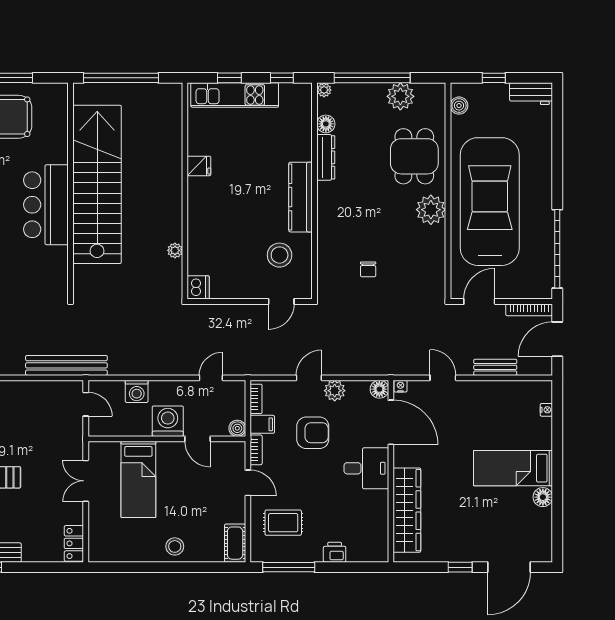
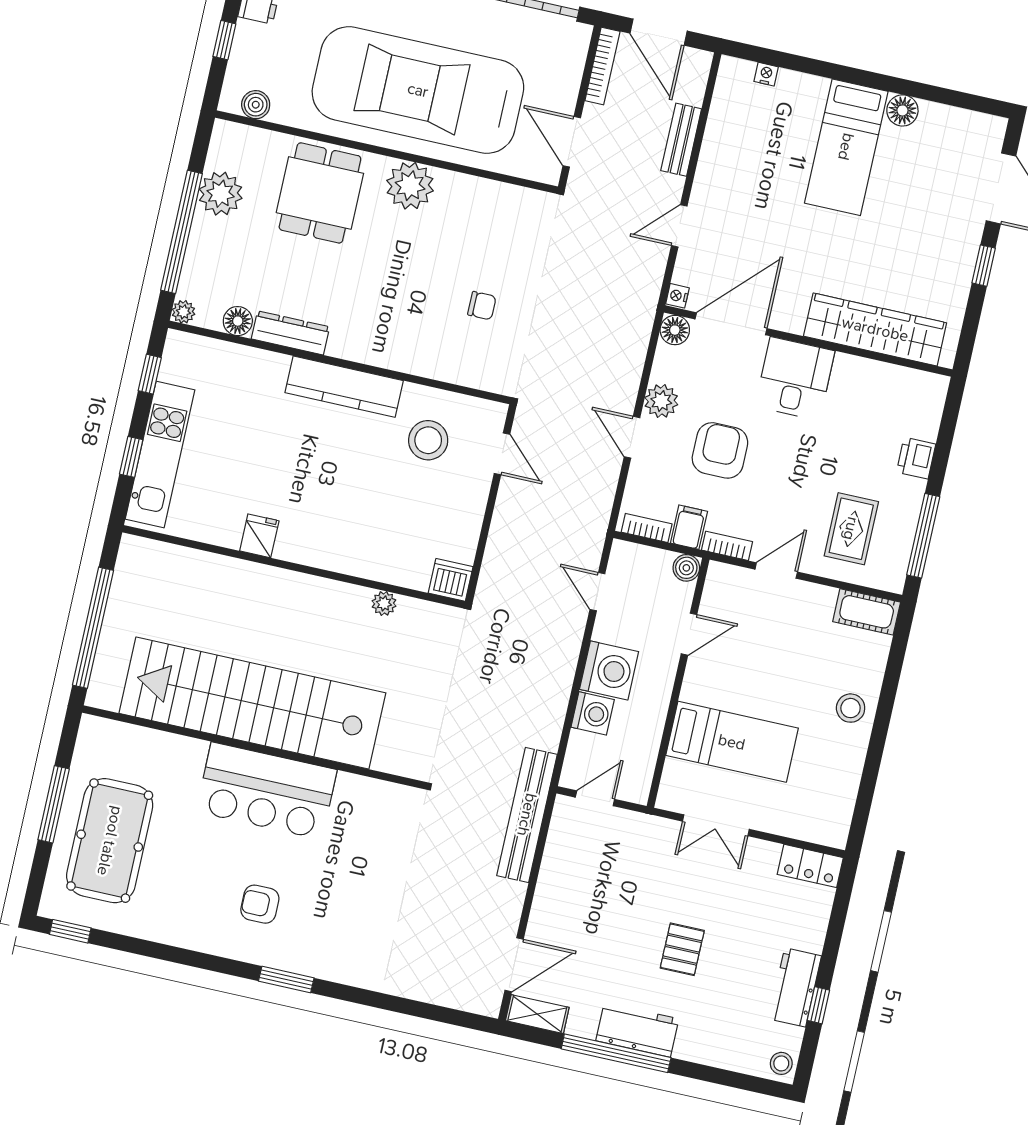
dining table: (414, 156) -> (320, 193), turned 90
washing machine: (168, 421) -> (609, 670), moved, turned 180

